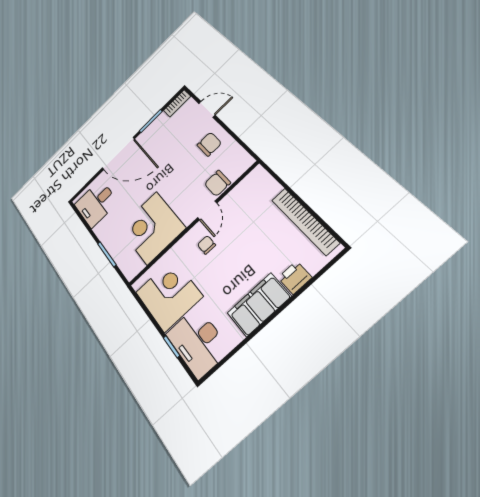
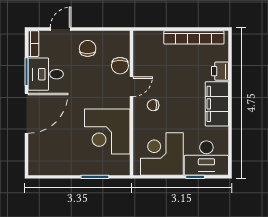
desk: (96, 203) -> (46, 74), moved, turned 90
door: (207, 210) -> (131, 87), hinge flipped

